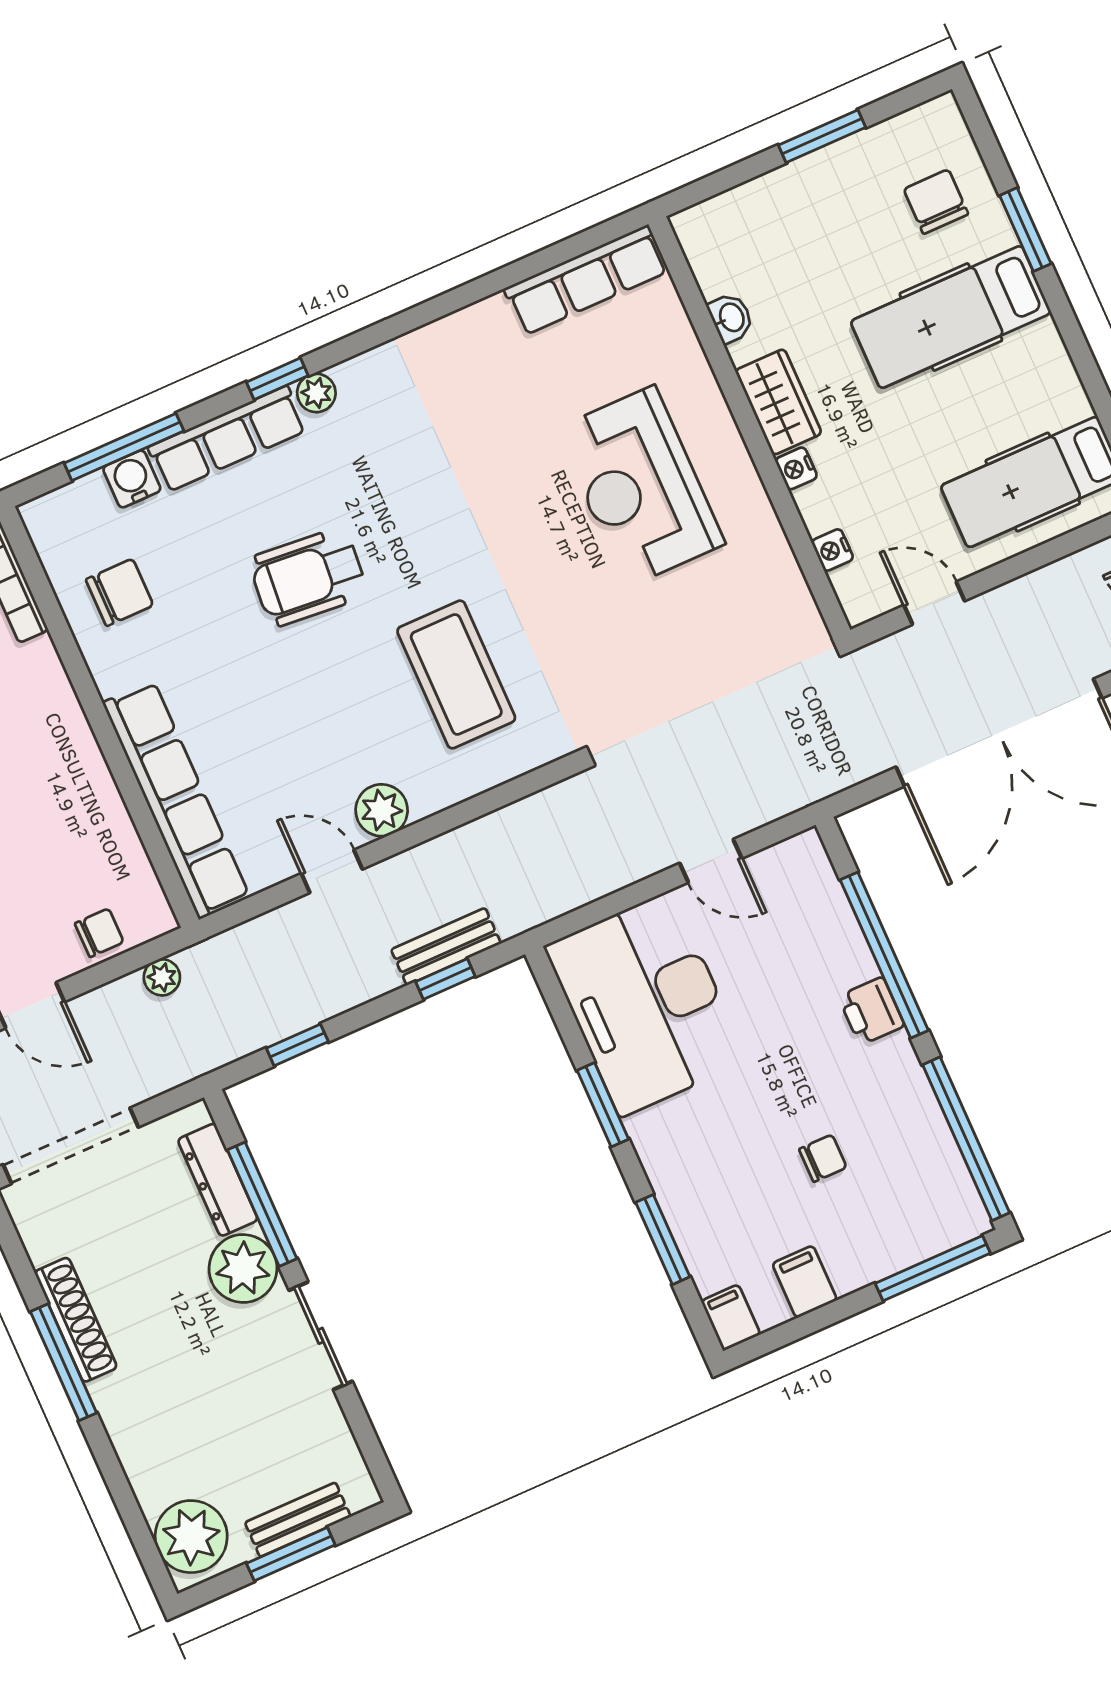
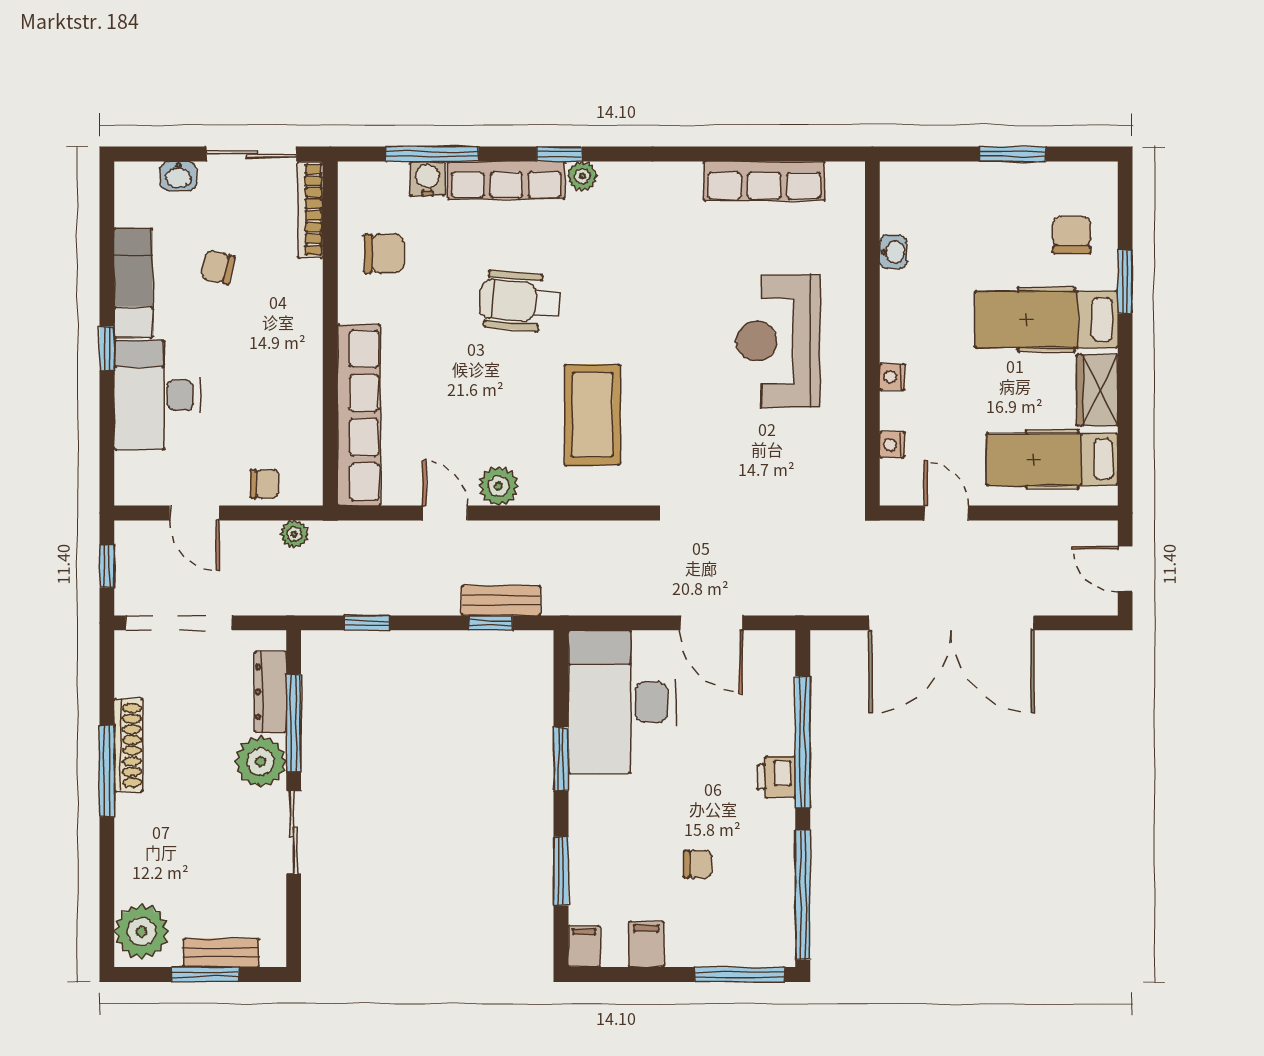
row of seats: (586, 280) -> (764, 181), moved
wardrobe: (778, 402) -> (1097, 390), moved, turned 180
door: (711, 861) -> (711, 623), width x1.37

